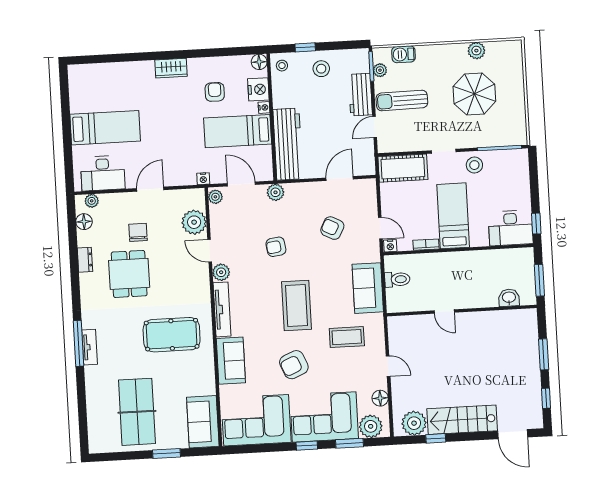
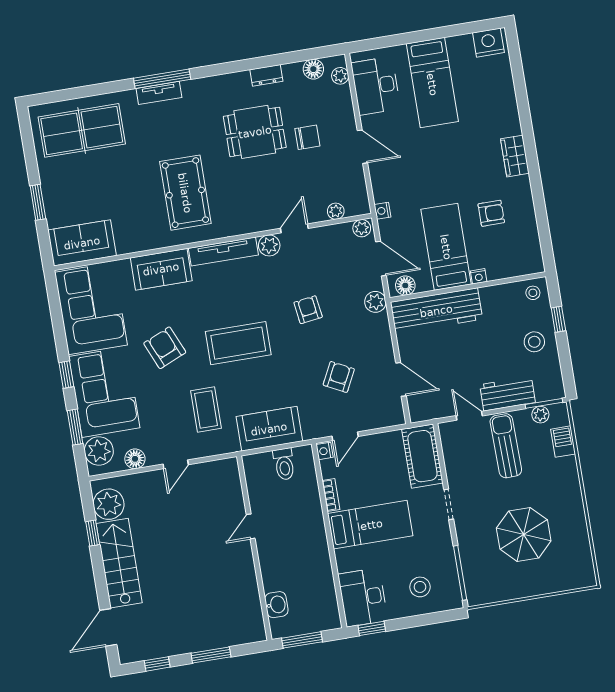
plant: (476, 51) -> (578, 531), removed
floor lamp: (259, 62) -> (405, 286), moved
nightstand: (258, 89) -> (488, 43), moved, turned 180
stool: (474, 165) -> (420, 587), moved
door: (241, 184) -> (381, 259), hinge flipped
plant: (194, 222) -> (336, 211), width x0.53, depth x0.53
table tennis table: (137, 412) -> (82, 130), moved

